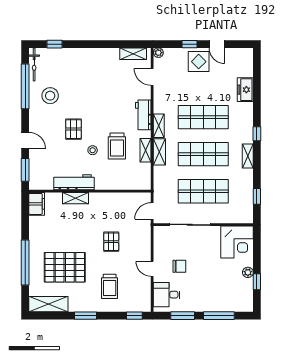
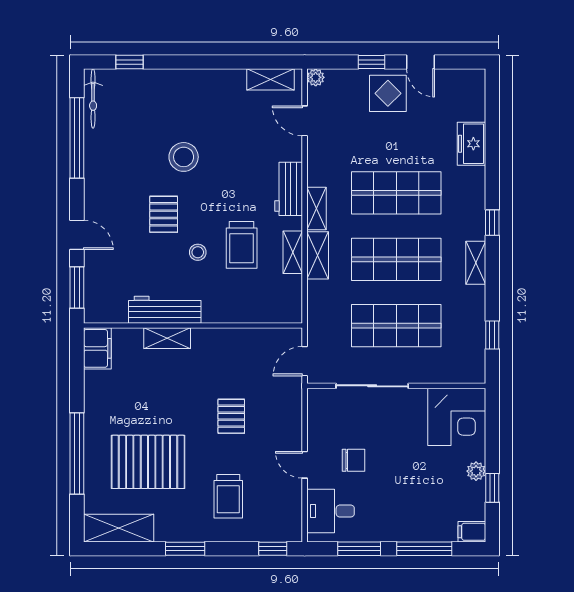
stool: (50, 96) -> (184, 157), moved
filing cabinet: (245, 306) -> (472, 532), added

